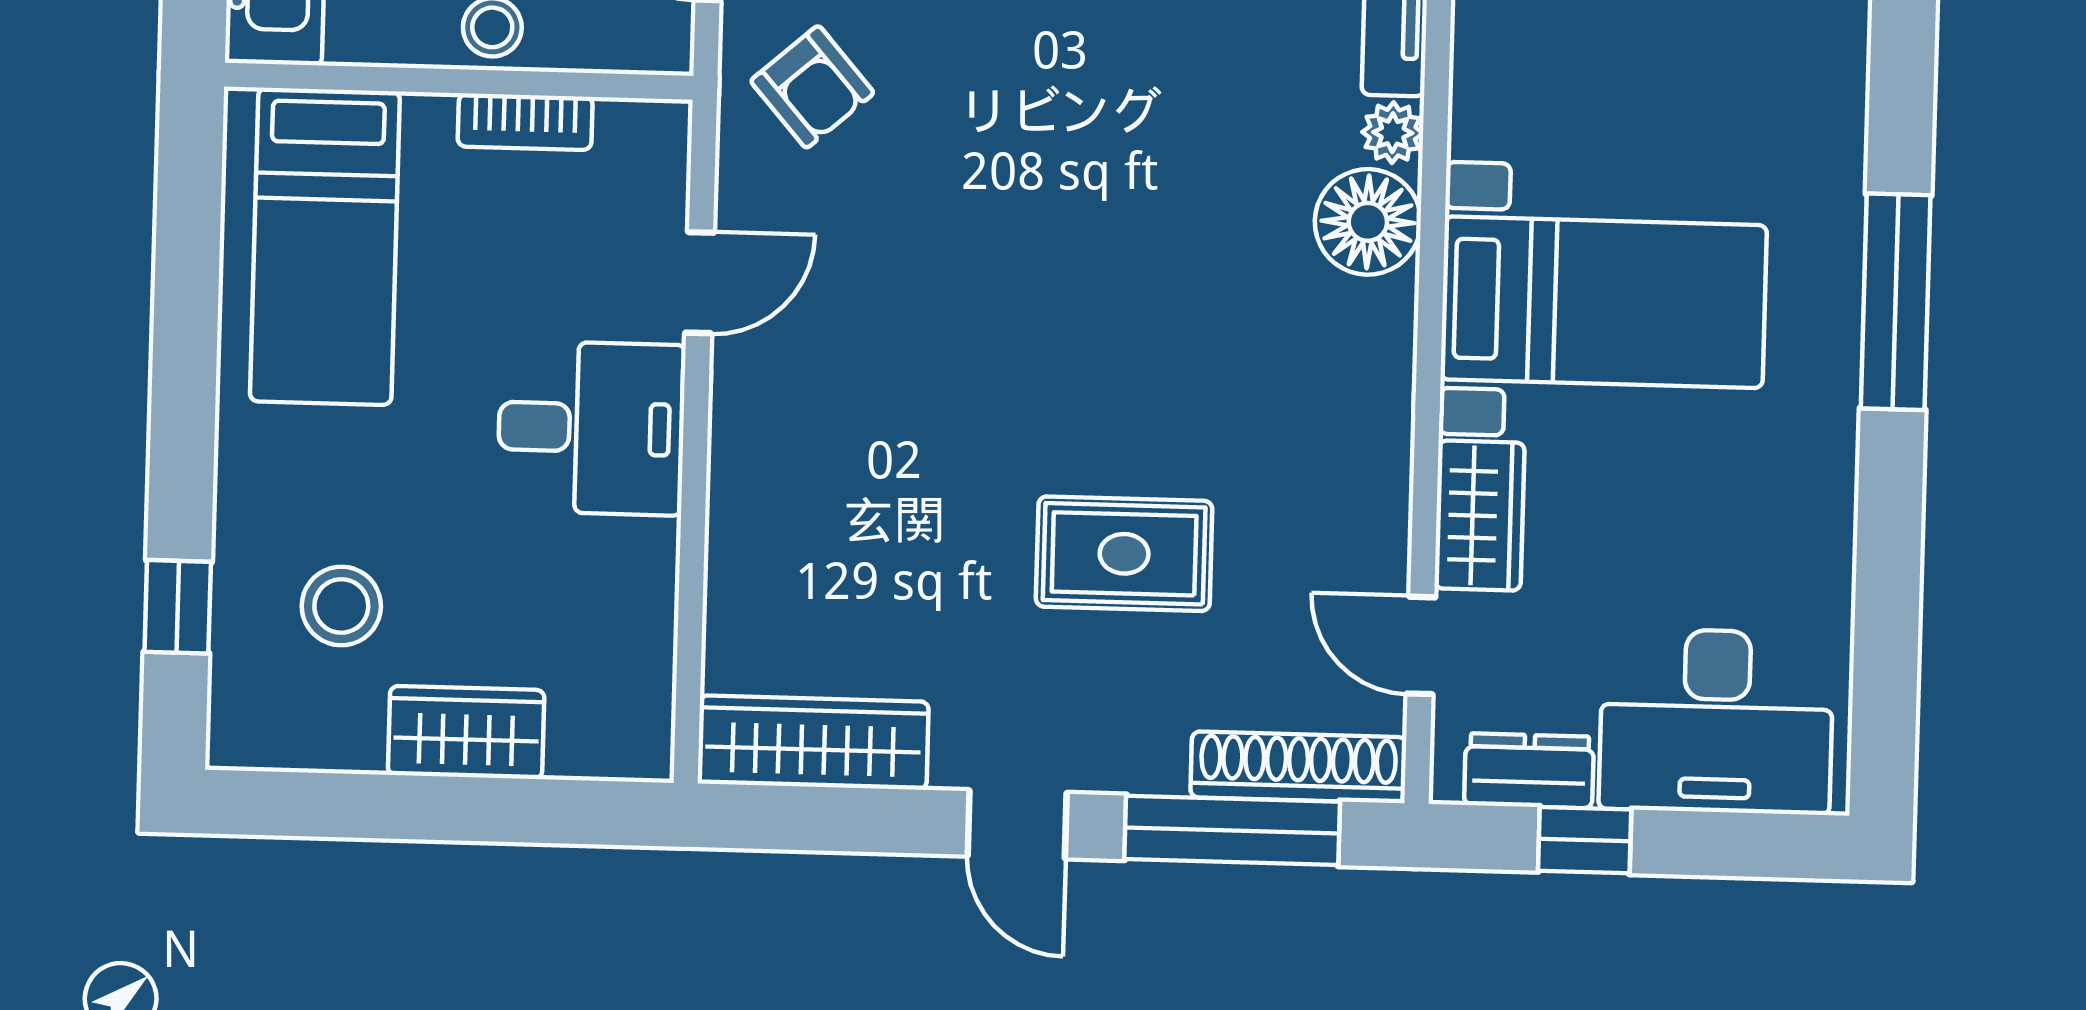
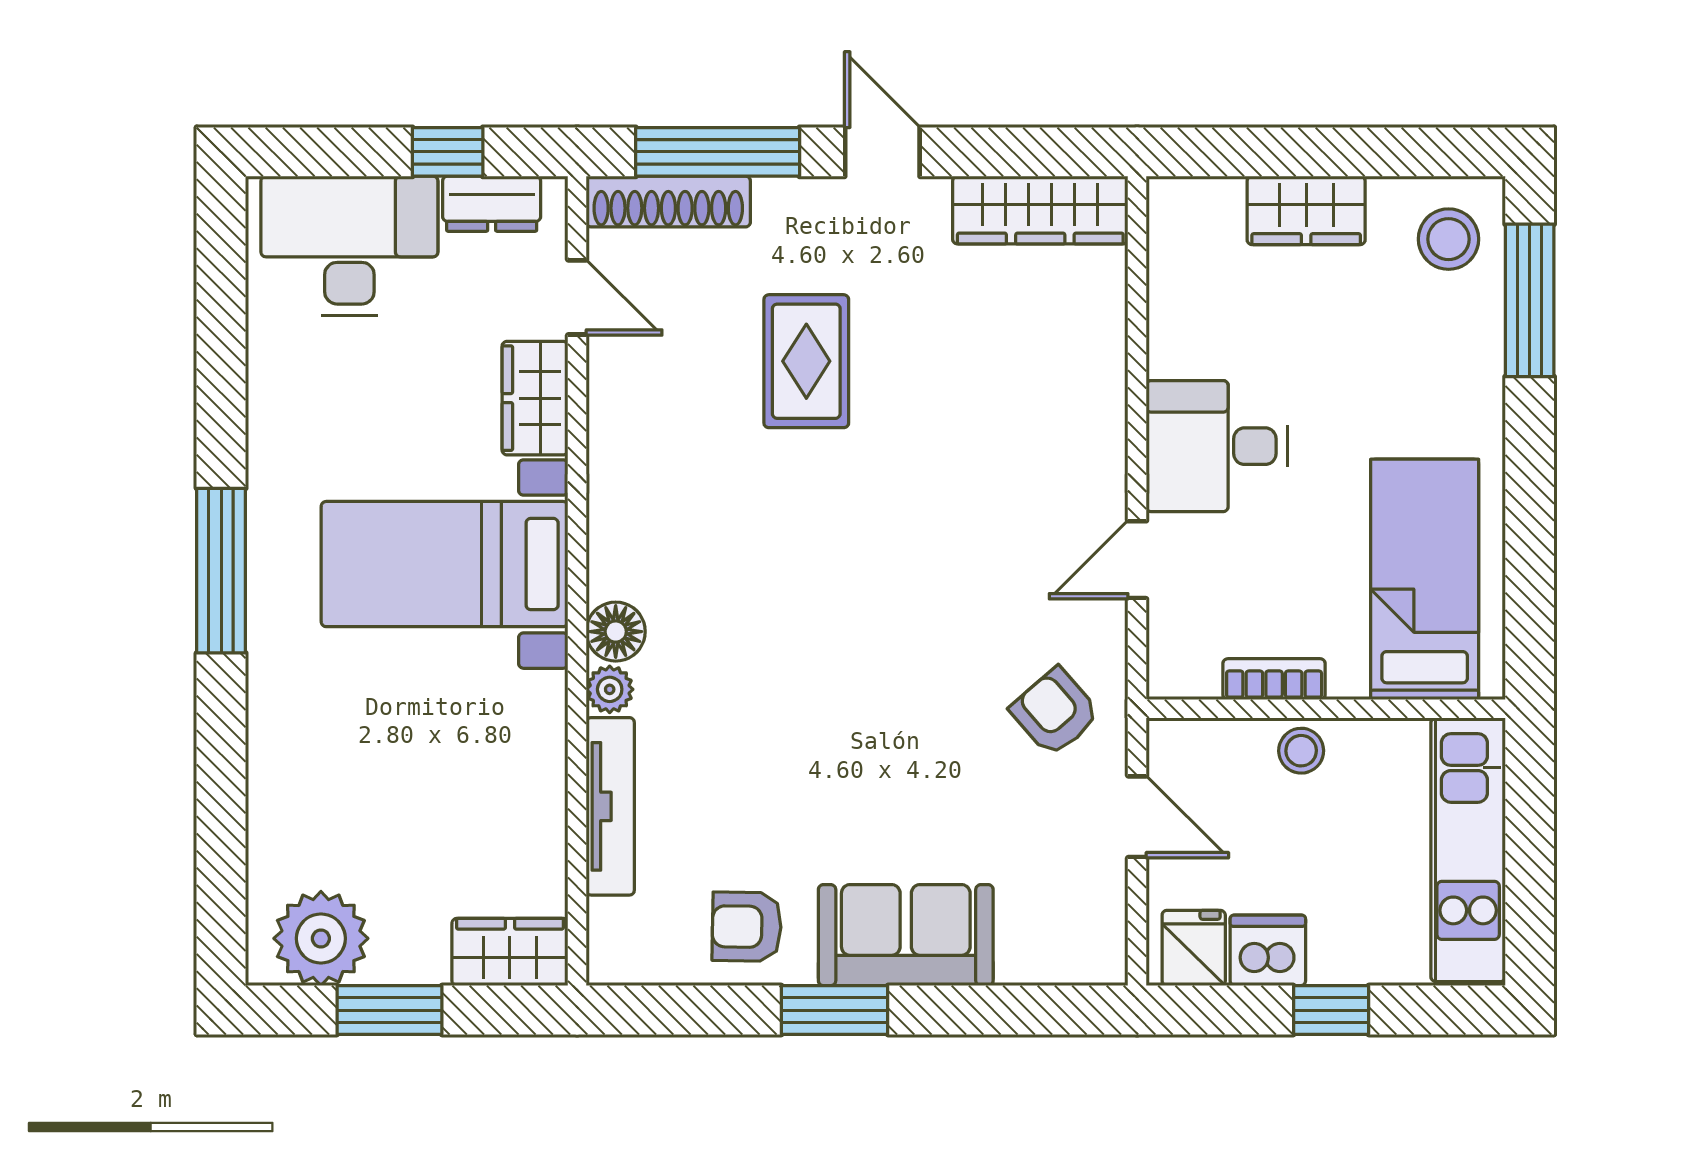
floor lamp: (1368, 222) -> (616, 632), width x0.73, depth x0.73
rug: (1124, 554) -> (806, 361), turned 90
stool: (341, 606) -> (1449, 239), moved
window: (178, 607) -> (1530, 300), width x2.17

